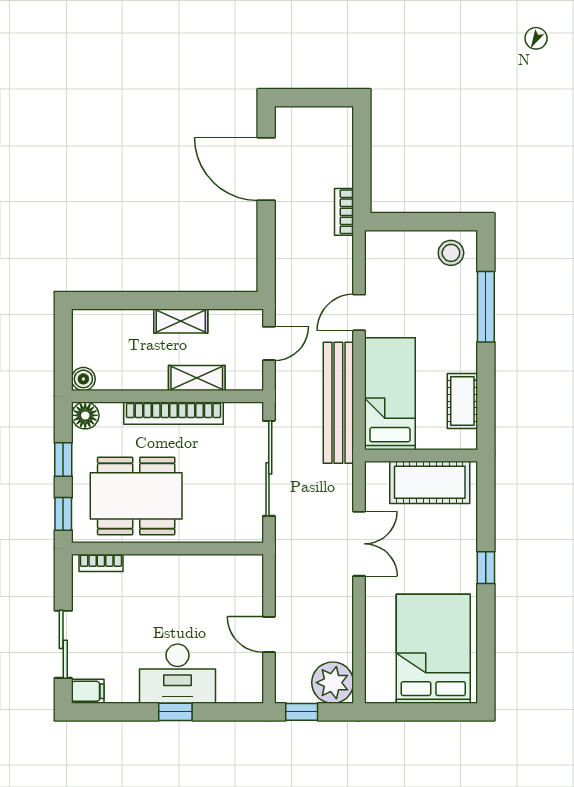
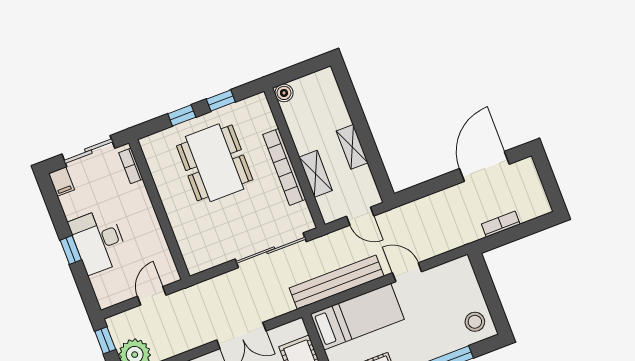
bookcase: (344, 212) -> (501, 224), moved
floor lamp: (85, 415) -> (258, 104), removed
wall: (167, 548) -> (159, 210), moved
bookcase: (101, 563) -> (131, 166), moved

